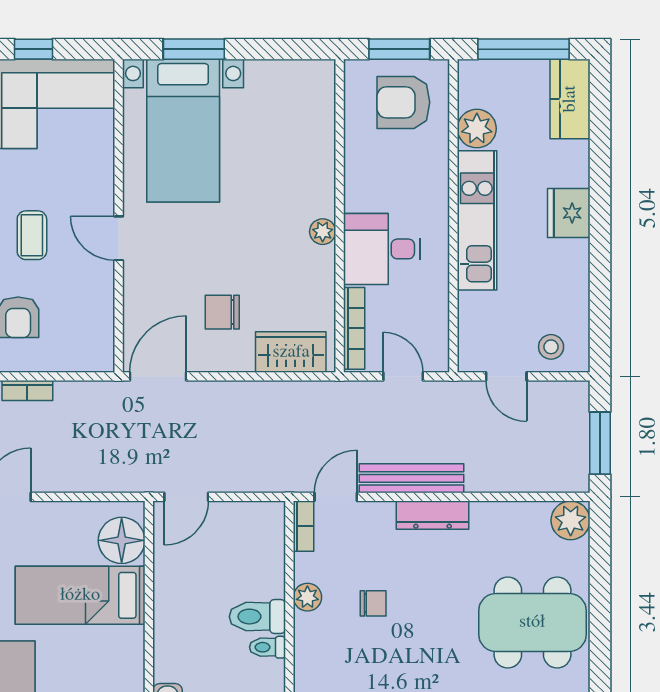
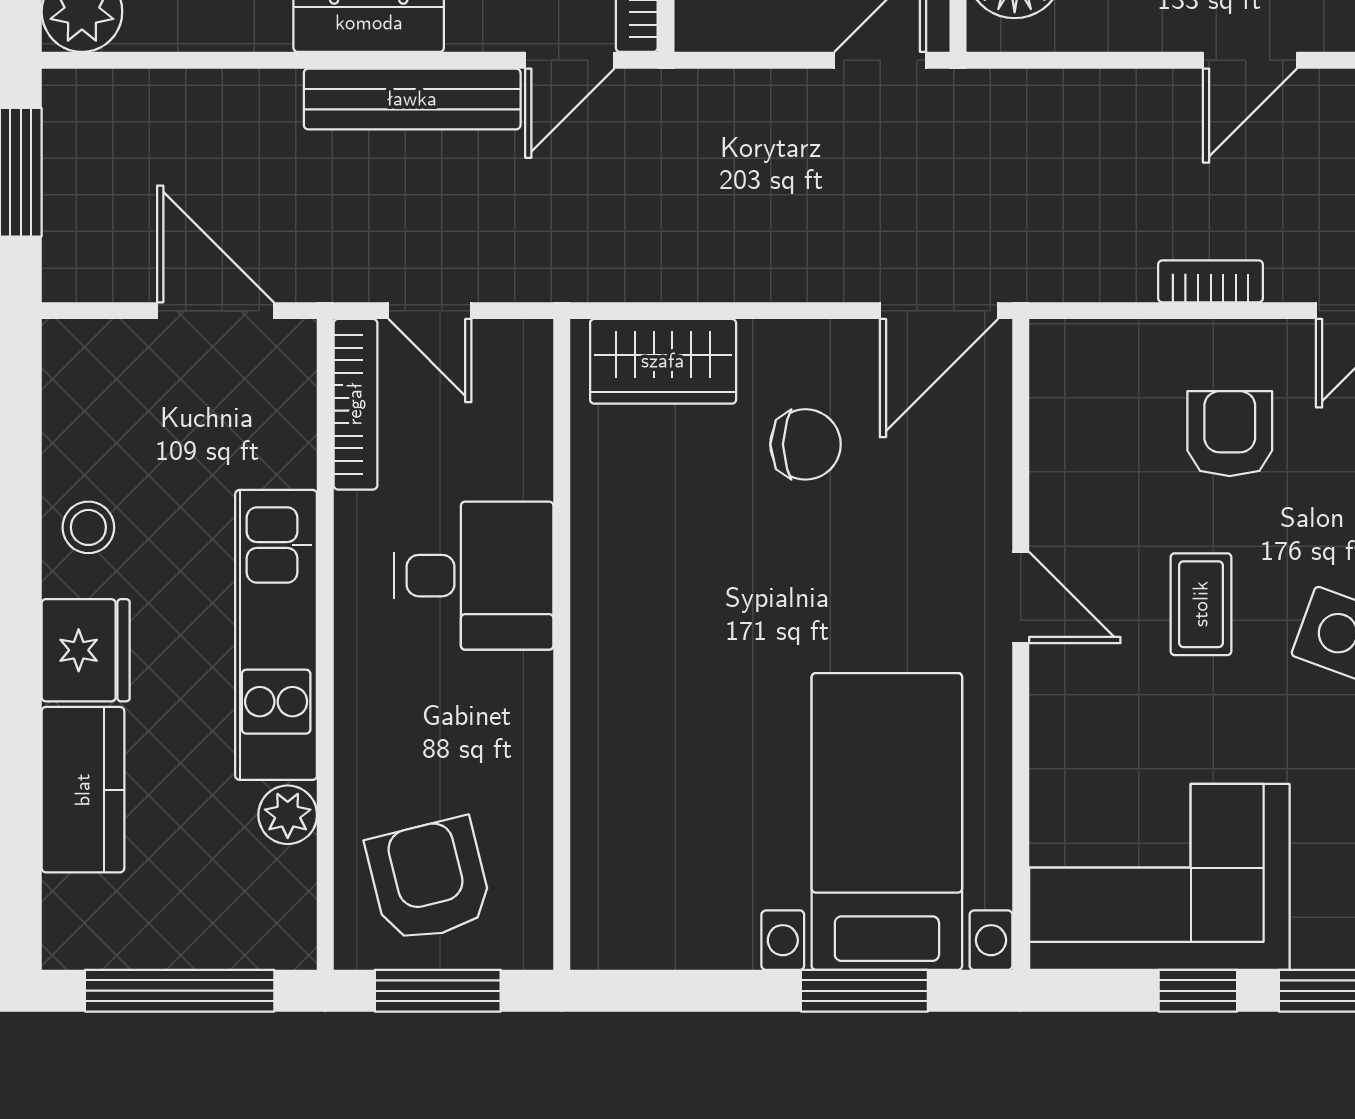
kitchen counter: (570, 99) -> (83, 790), moved
armchair: (403, 102) -> (429, 880), turned -104
plant: (477, 129) -> (288, 815), width x0.73, depth x0.73
plant: (323, 232) -> (597, 612), removed
bookcase: (354, 328) -> (355, 404), moved, turned 180
stool: (551, 347) -> (88, 527), moved
door: (506, 376) -> (215, 311), width x1.38

